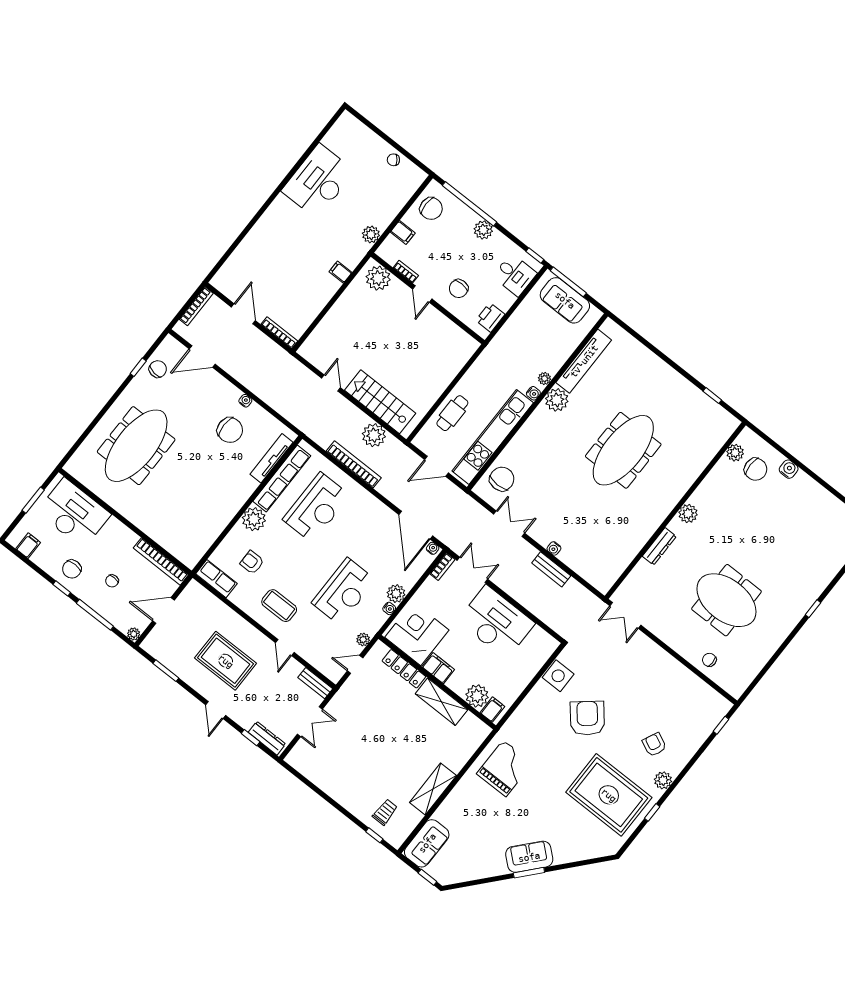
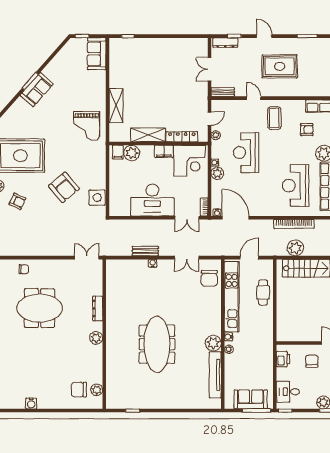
water cooler: (789, 469) -> (31, 403), moved
coffee table: (279, 606) -> (274, 118), turned 90
shelving: (433, 789) -> (116, 106), moved
trolley: (385, 812) -> (132, 53), removed

